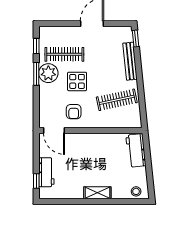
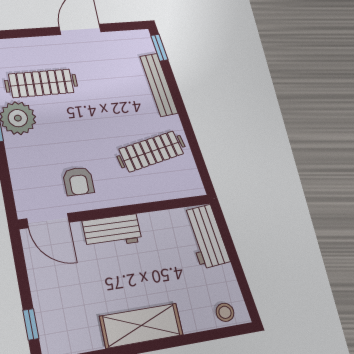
display table: (77, 81) -> (74, 127), removed
workbench: (46, 172) -> (112, 231), moved, turned 90
shelving: (97, 193) -> (141, 326), width x1.50, depth x1.33

